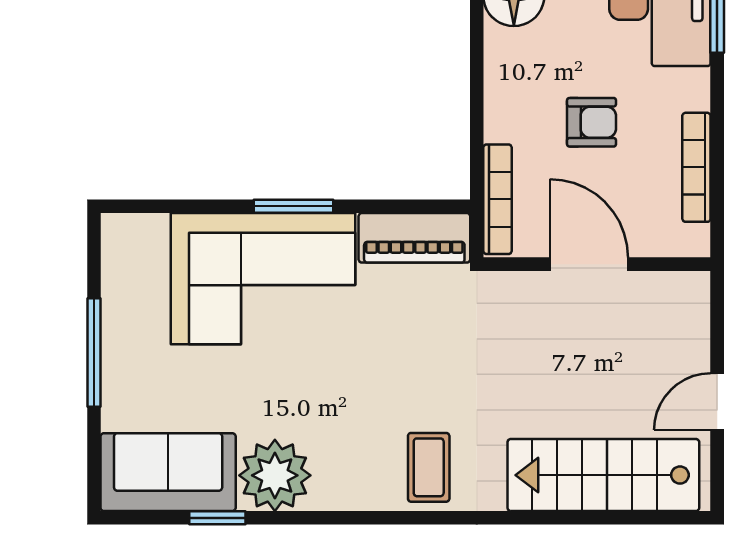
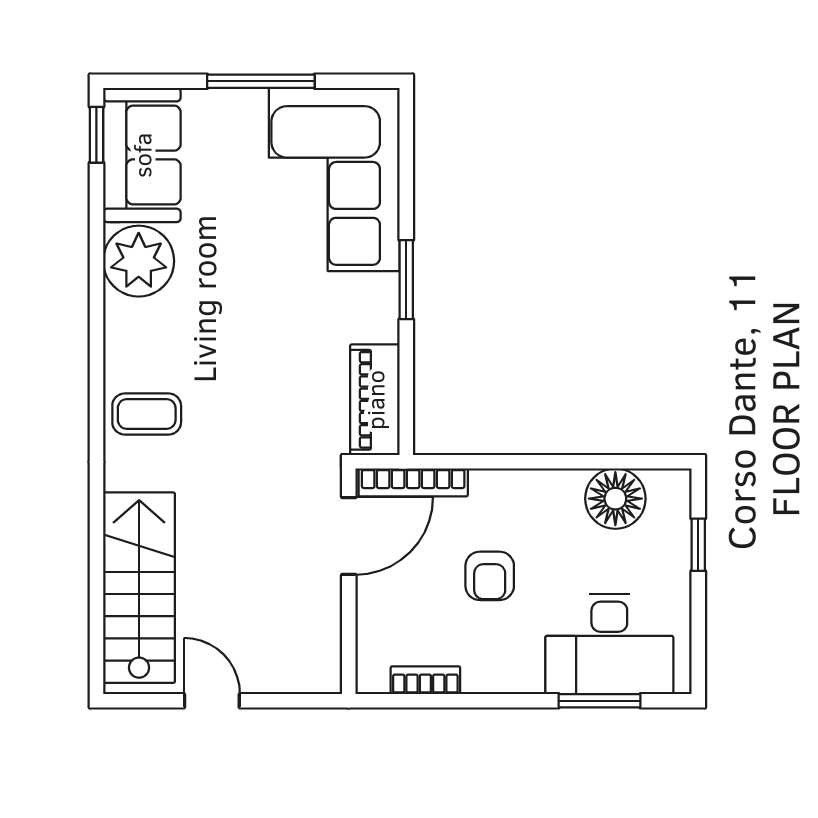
bookcase: (696, 167) -> (425, 680), width x0.64
door: (589, 264) -> (349, 536), moved
corner sofa: (263, 279) -> (334, 180), moved
window: (217, 518) -> (96, 135), moved

